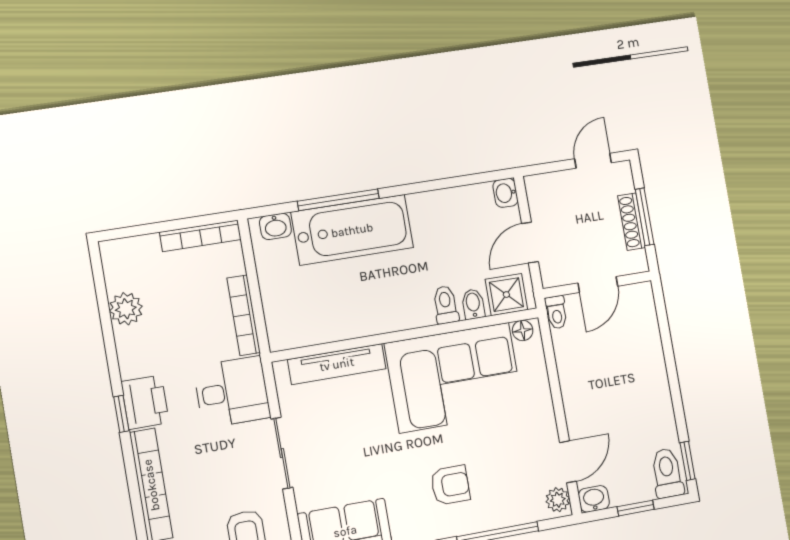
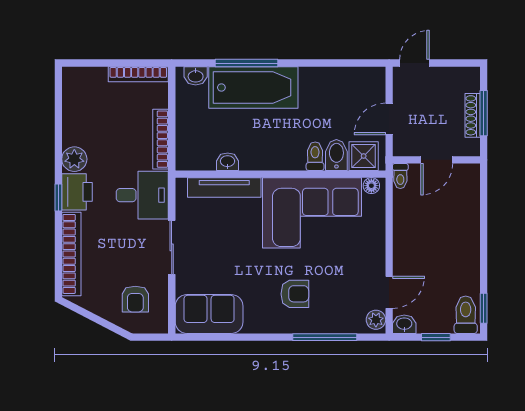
door: (593, 161) -> (414, 63), moved
washbasin: (505, 193) -> (228, 162), moved, turned 90
bidet: (473, 304) -> (336, 155), width x1.38, depth x1.36
plant: (126, 309) -> (74, 159), moved

